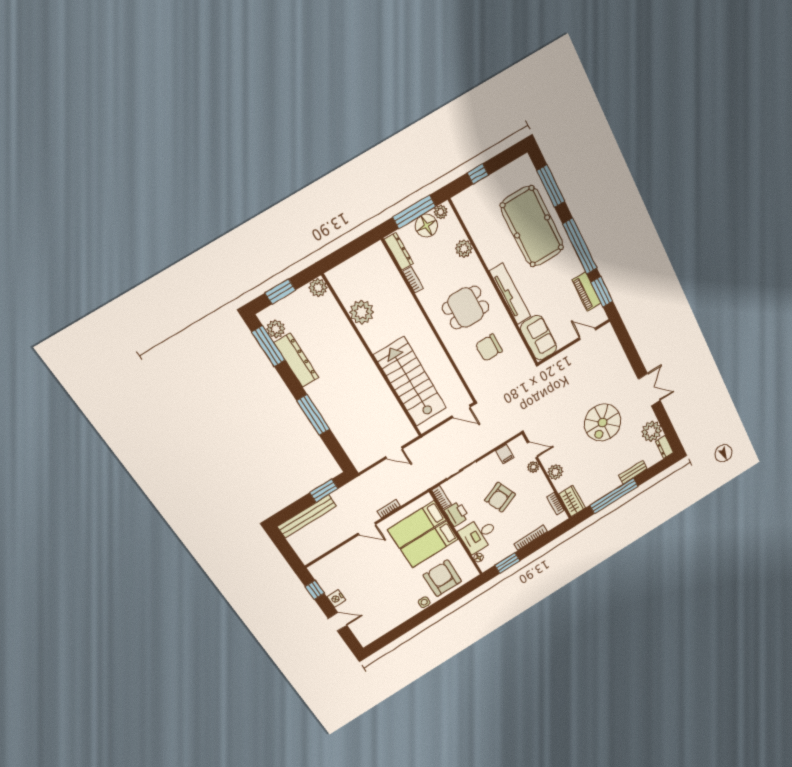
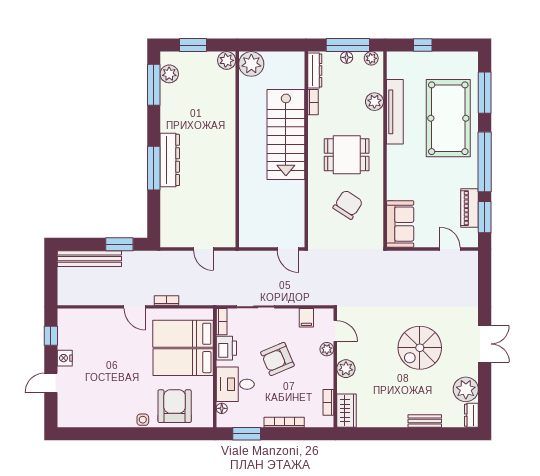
floor lamp: (426, 226) -> (347, 57), width x0.53, depth x0.53
tv unit: (510, 294) -> (395, 112), moved
plant: (362, 312) -> (251, 64), moved
chair: (489, 348) -> (348, 205), turned 123
dresser: (296, 360) -> (170, 160), moved
stairs: (410, 382) -> (286, 134), moved, turned 180
window: (614, 496) -> (392, 434), removed
door: (338, 622) -> (51, 383), swing flipped

